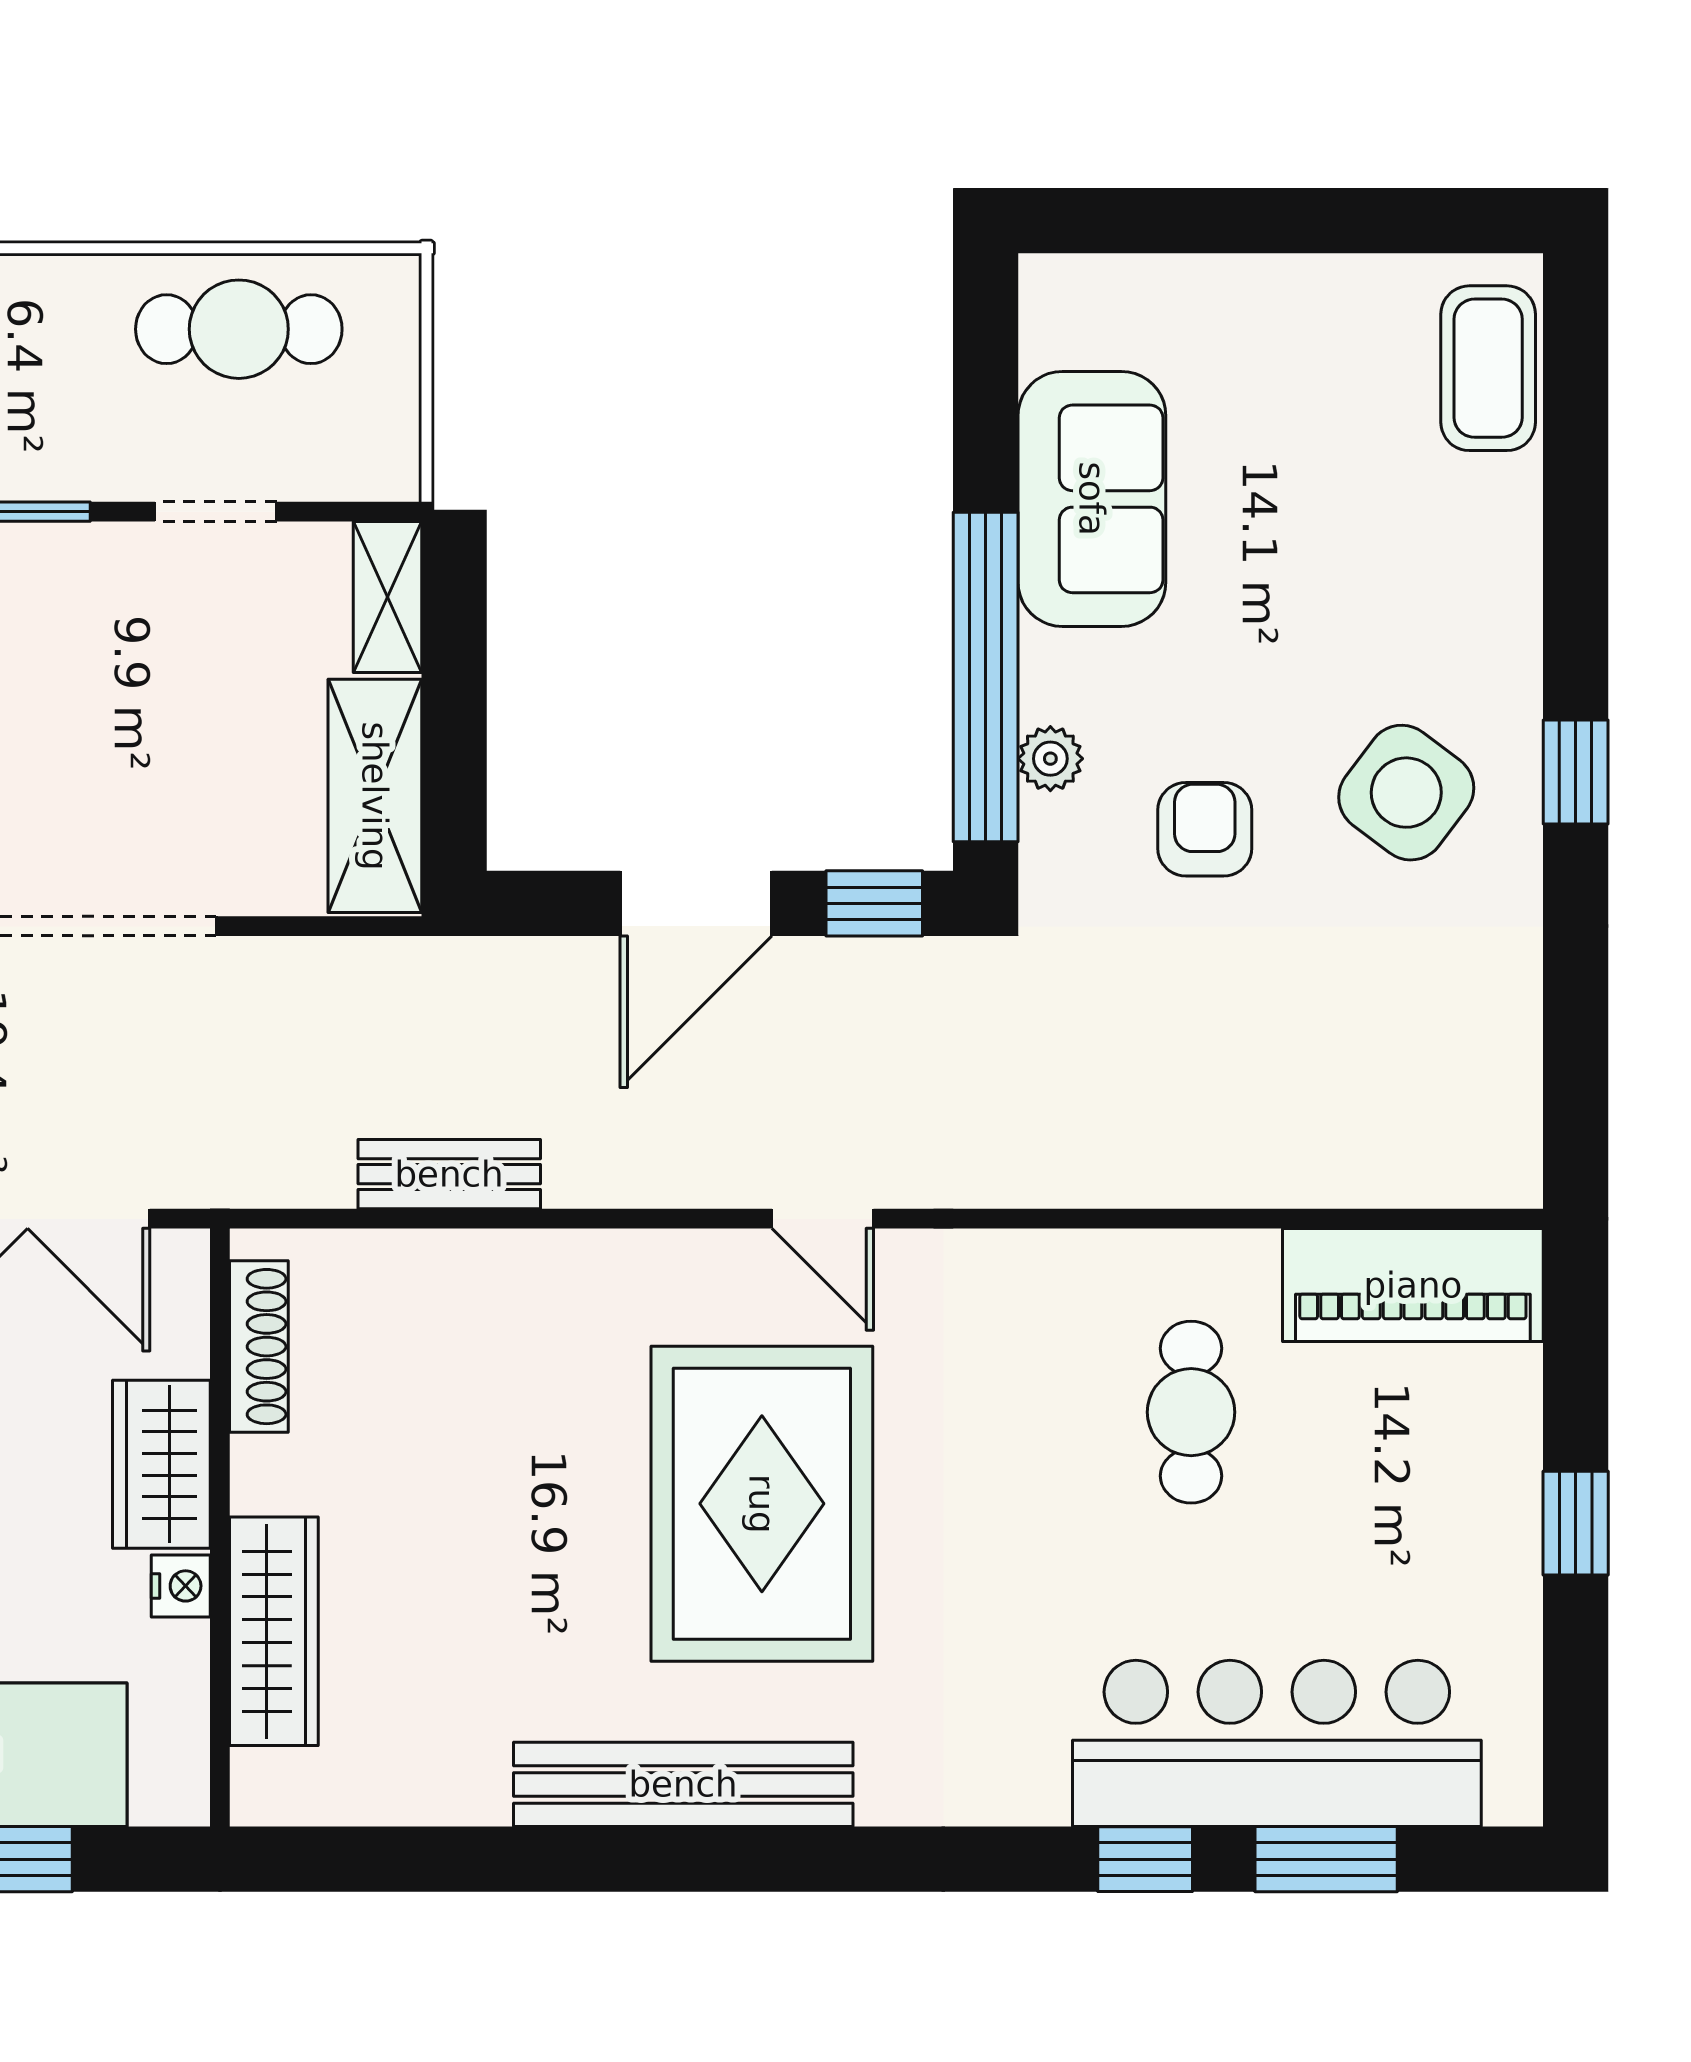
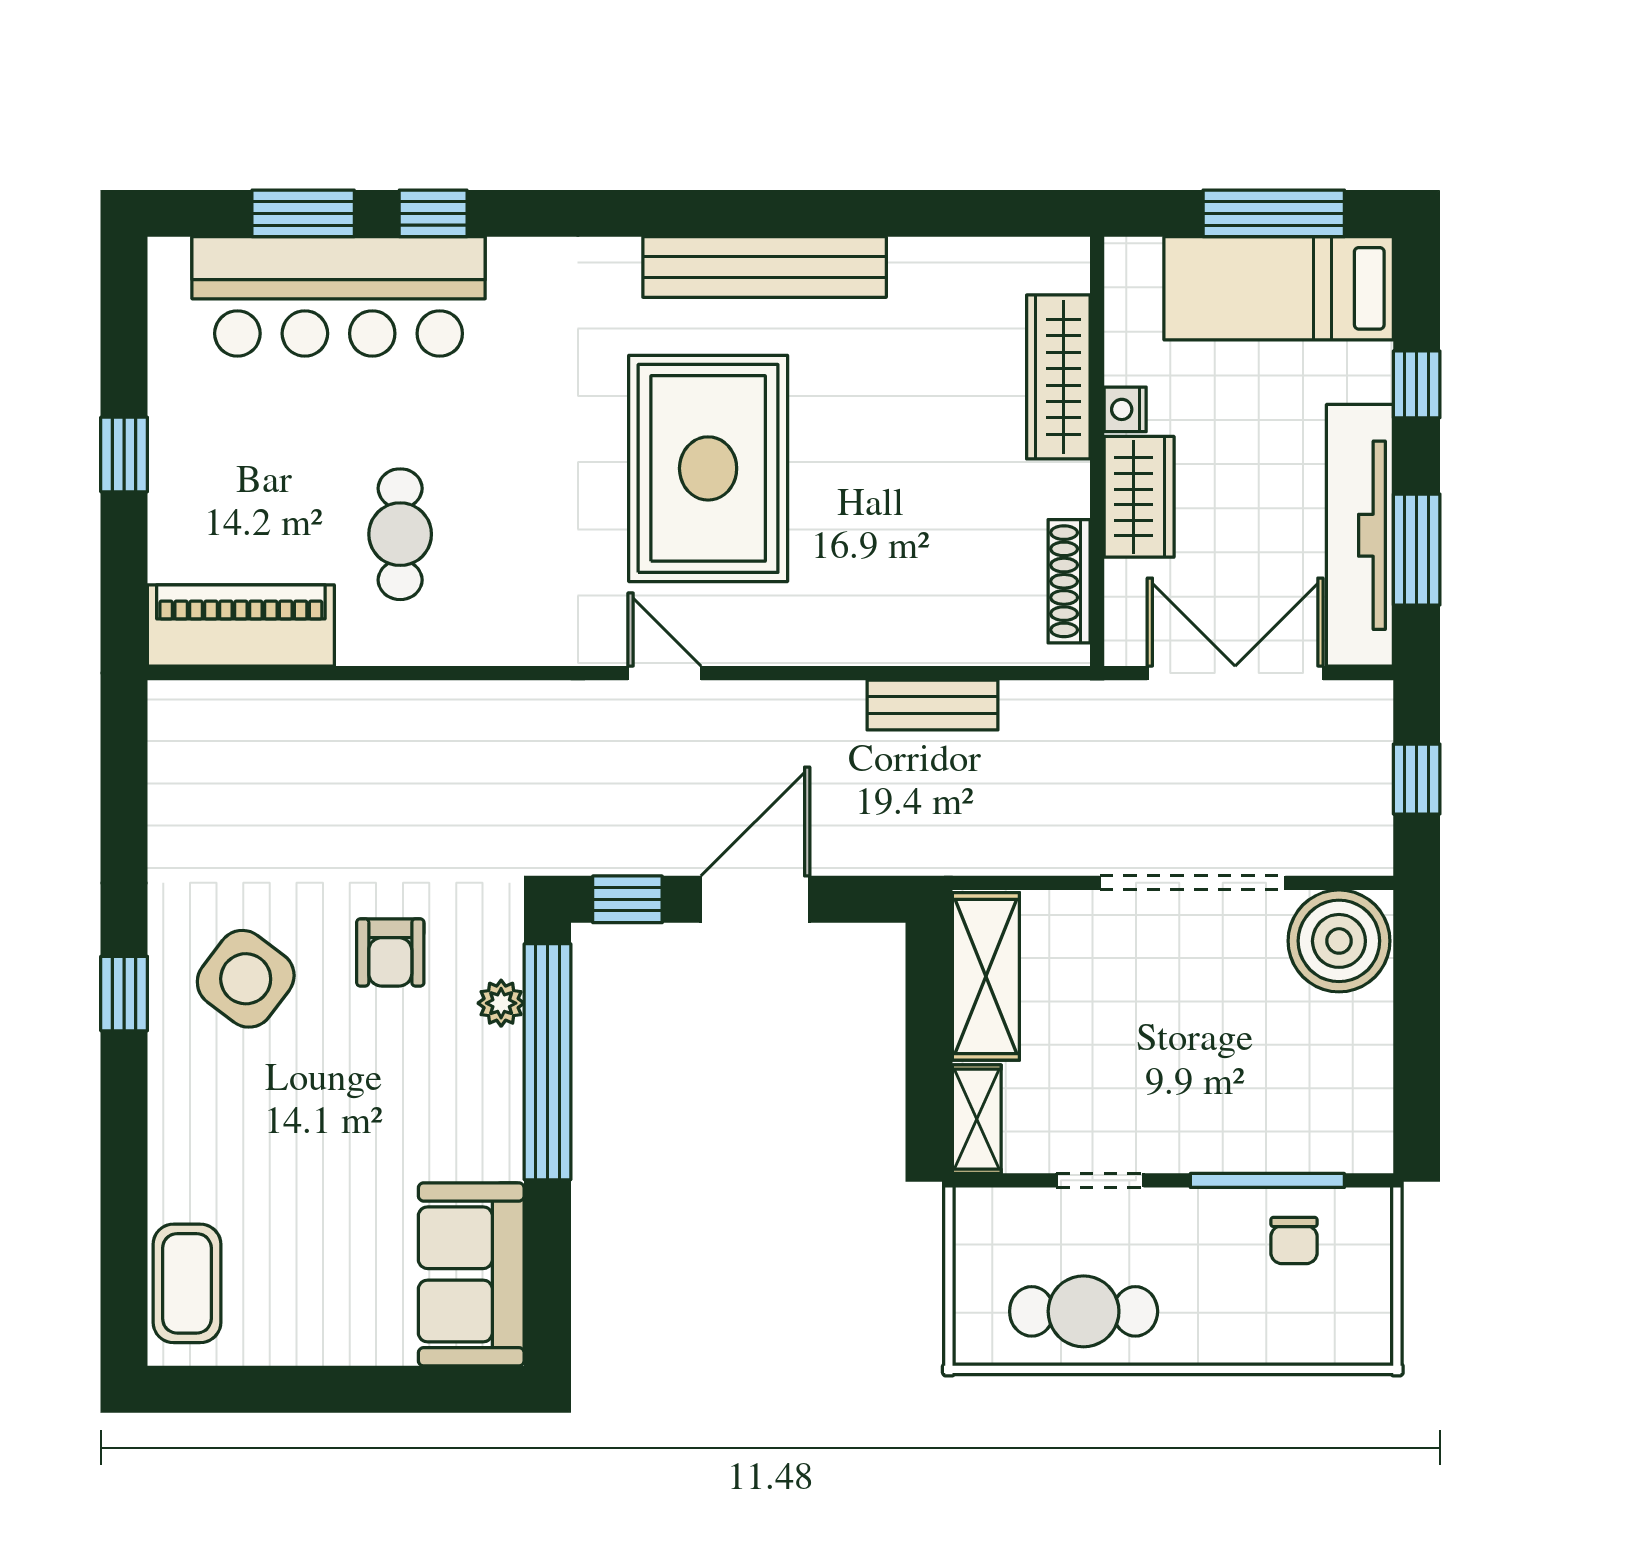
sofa: (1092, 499) -> (471, 1274), moved

